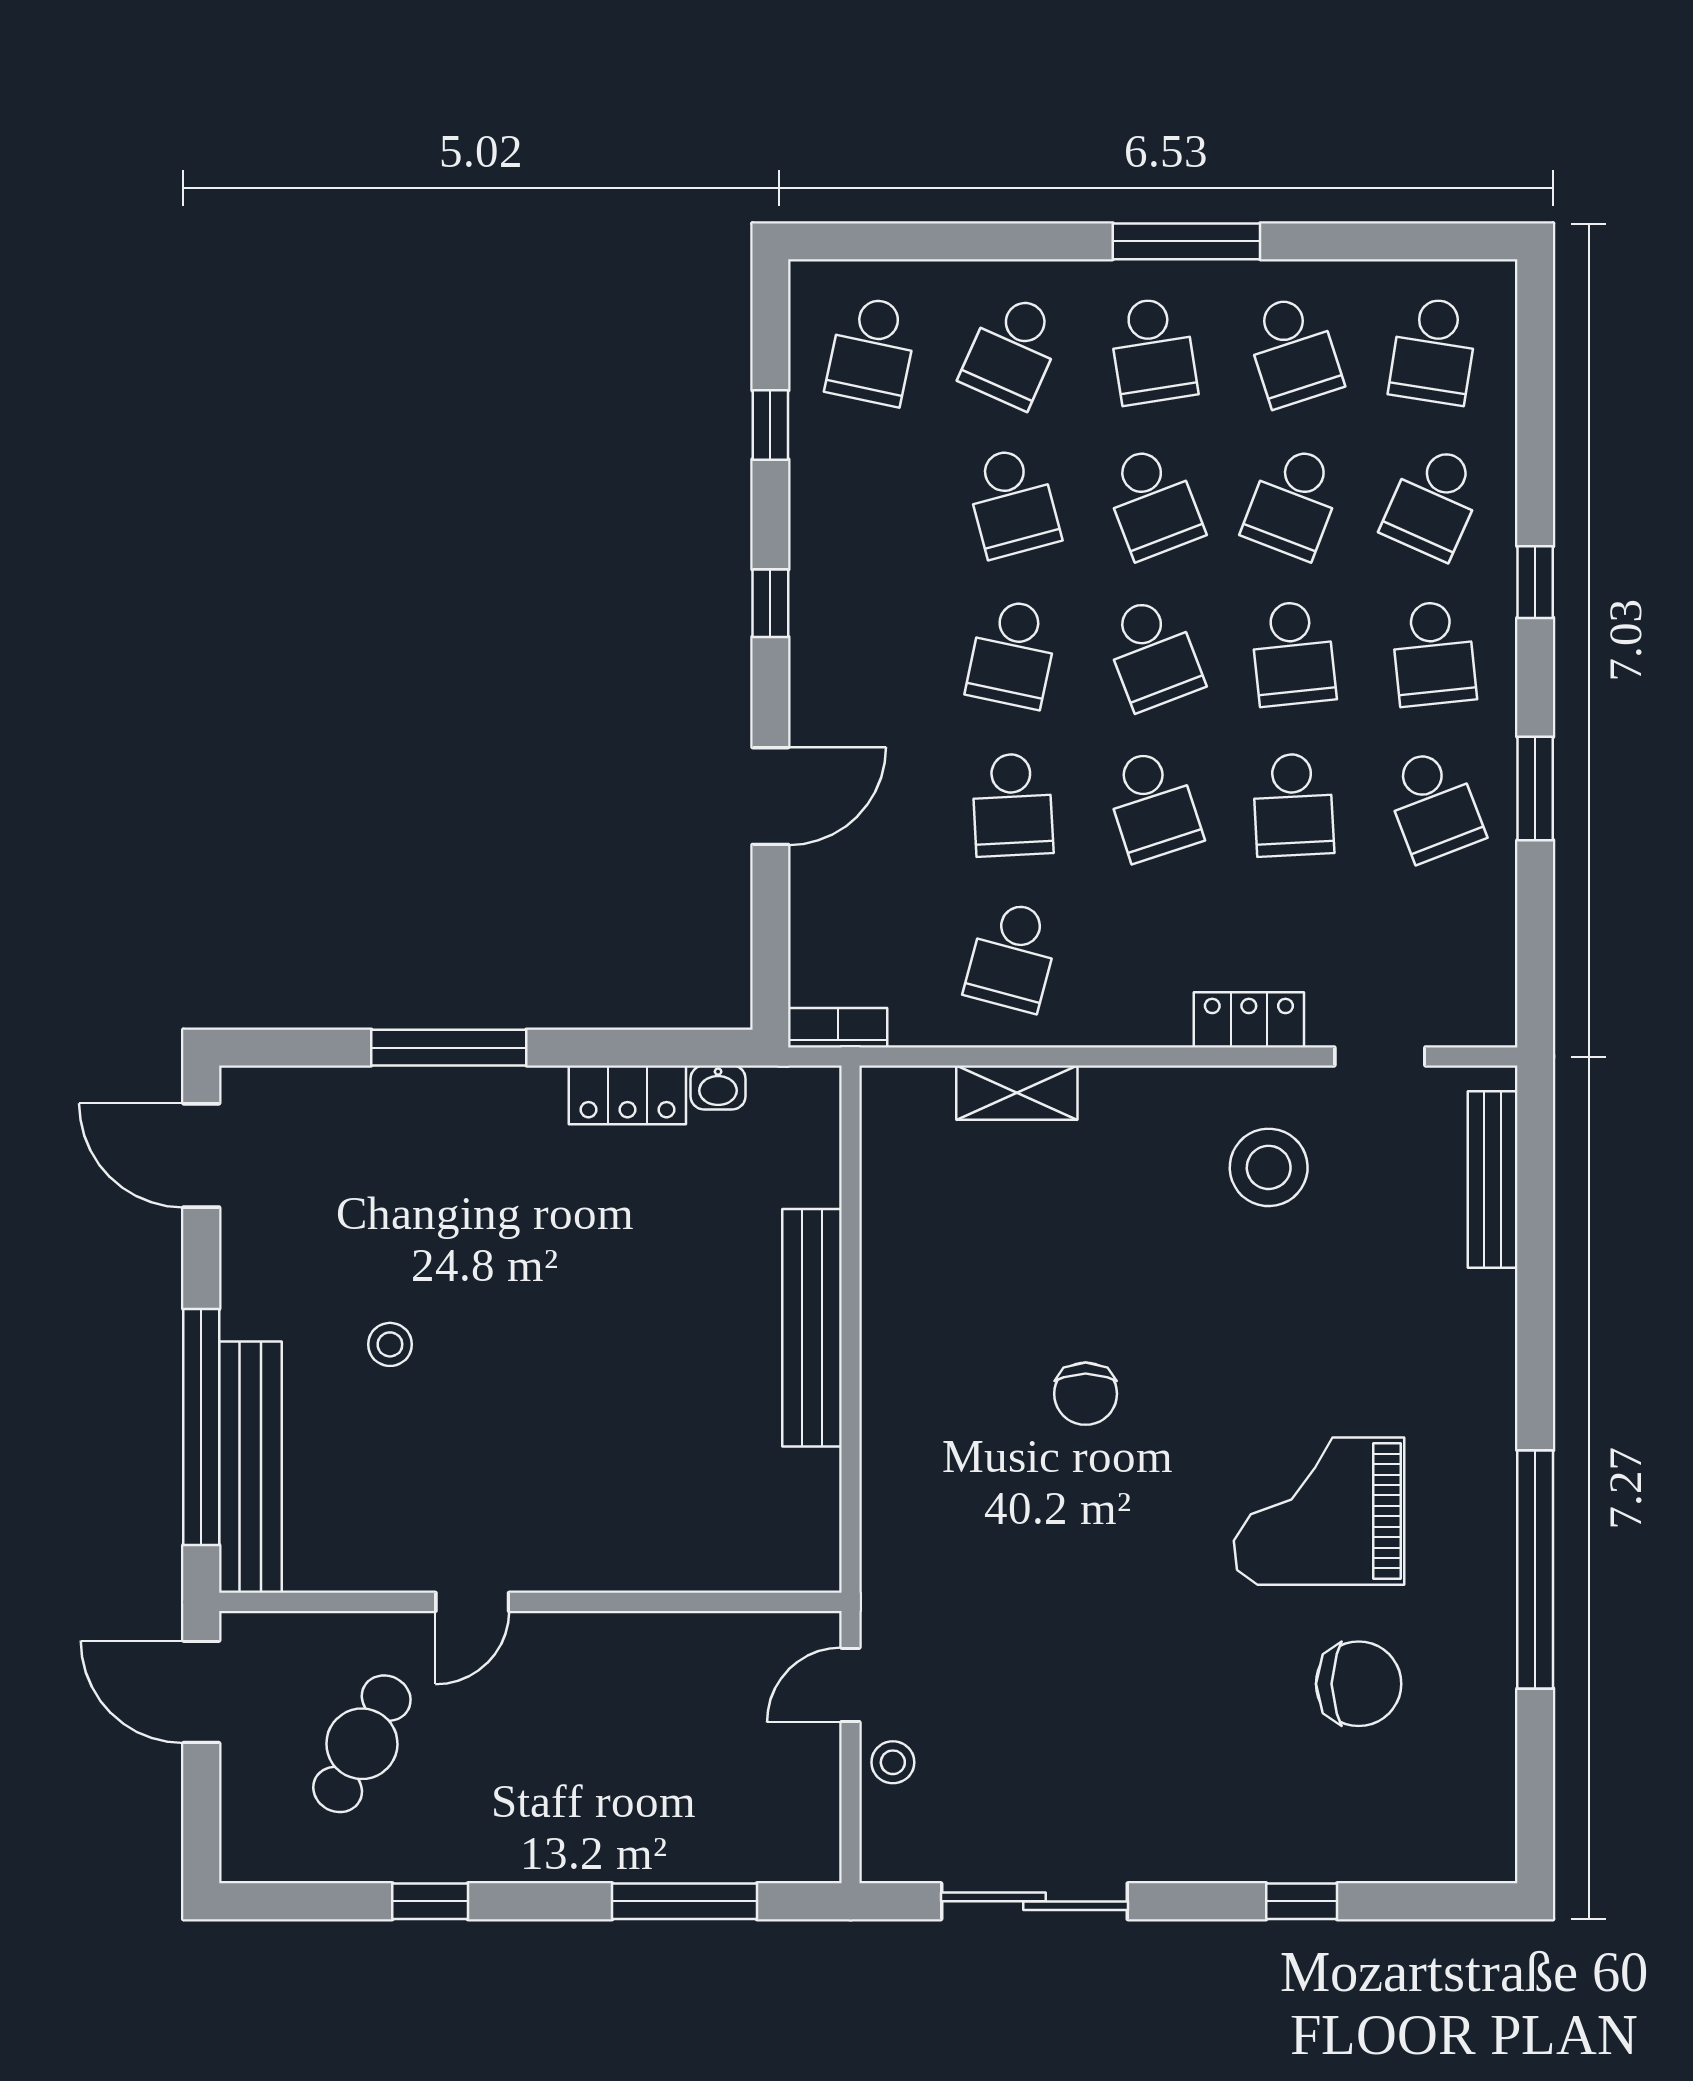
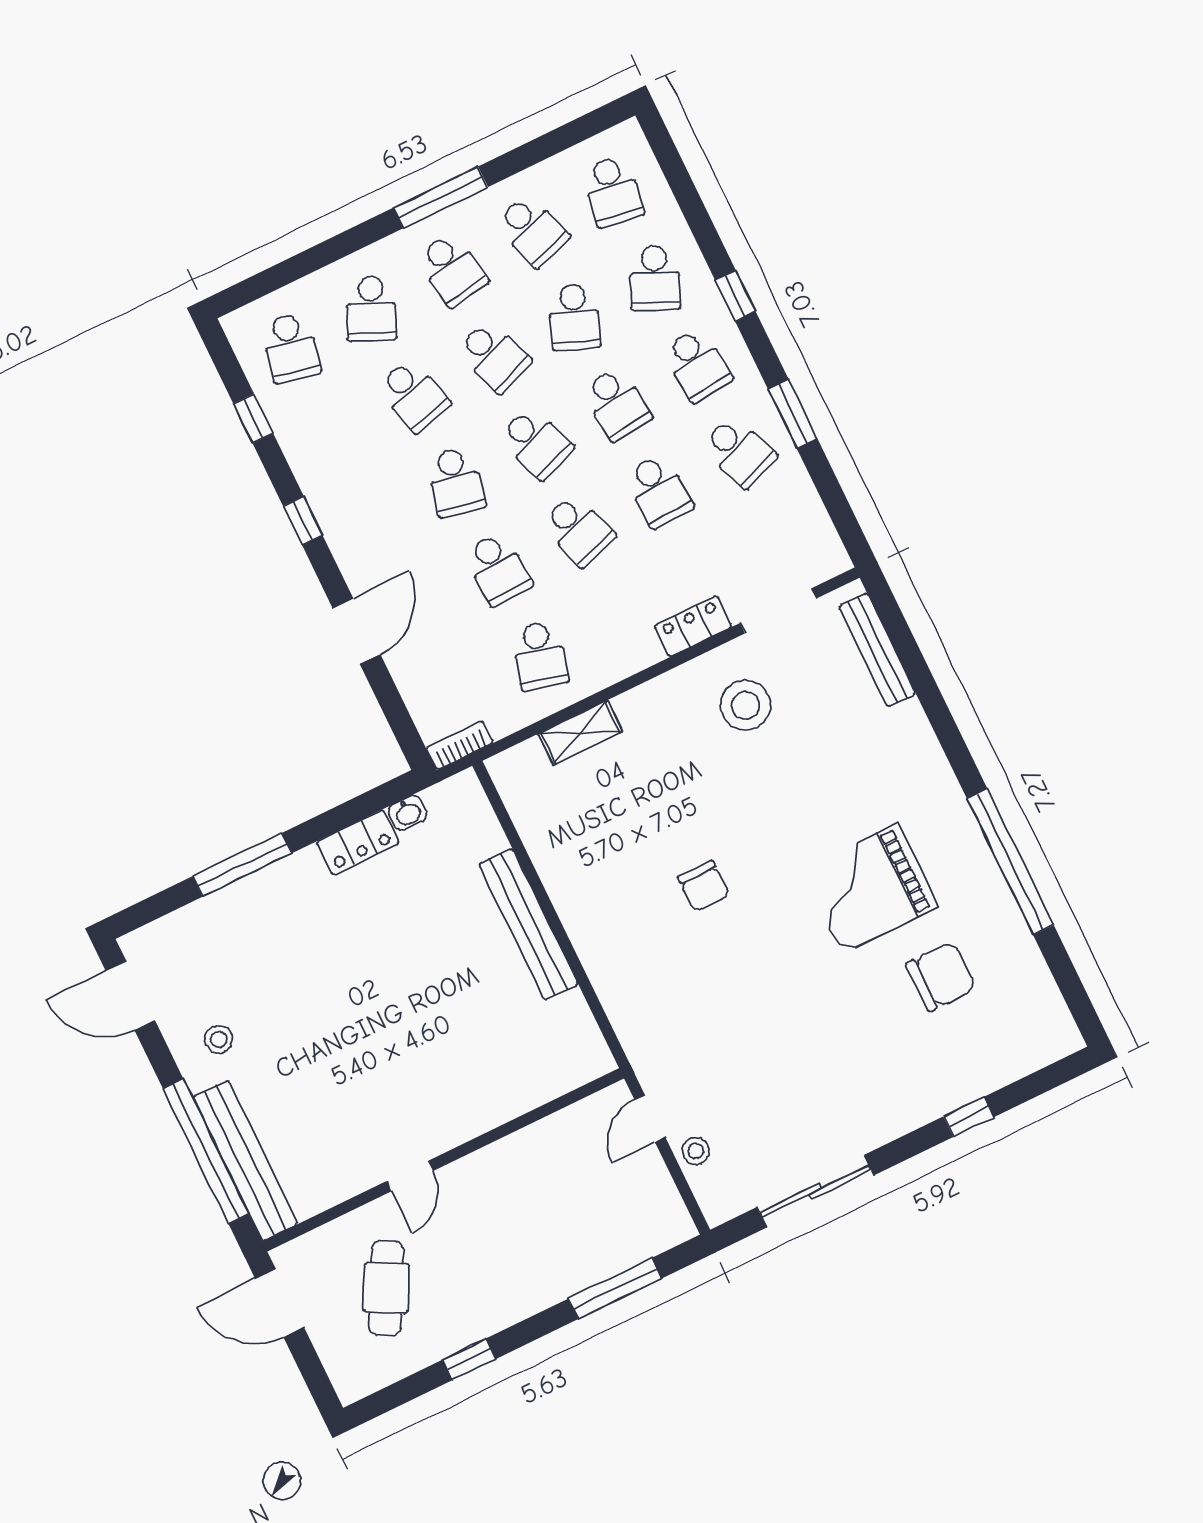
doorway: (1380, 1056) -> (778, 611), width x1.38
stool: (390, 1344) -> (219, 1039), moved

